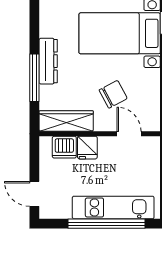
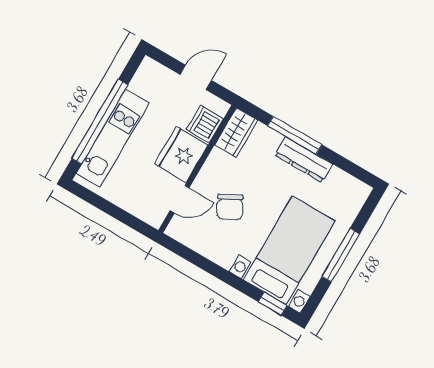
wardrobe: (66, 121) -> (236, 133), width x0.67
fridge: (87, 148) -> (181, 154), width x1.88, depth x1.34
door: (34, 194) -> (196, 77), moved

